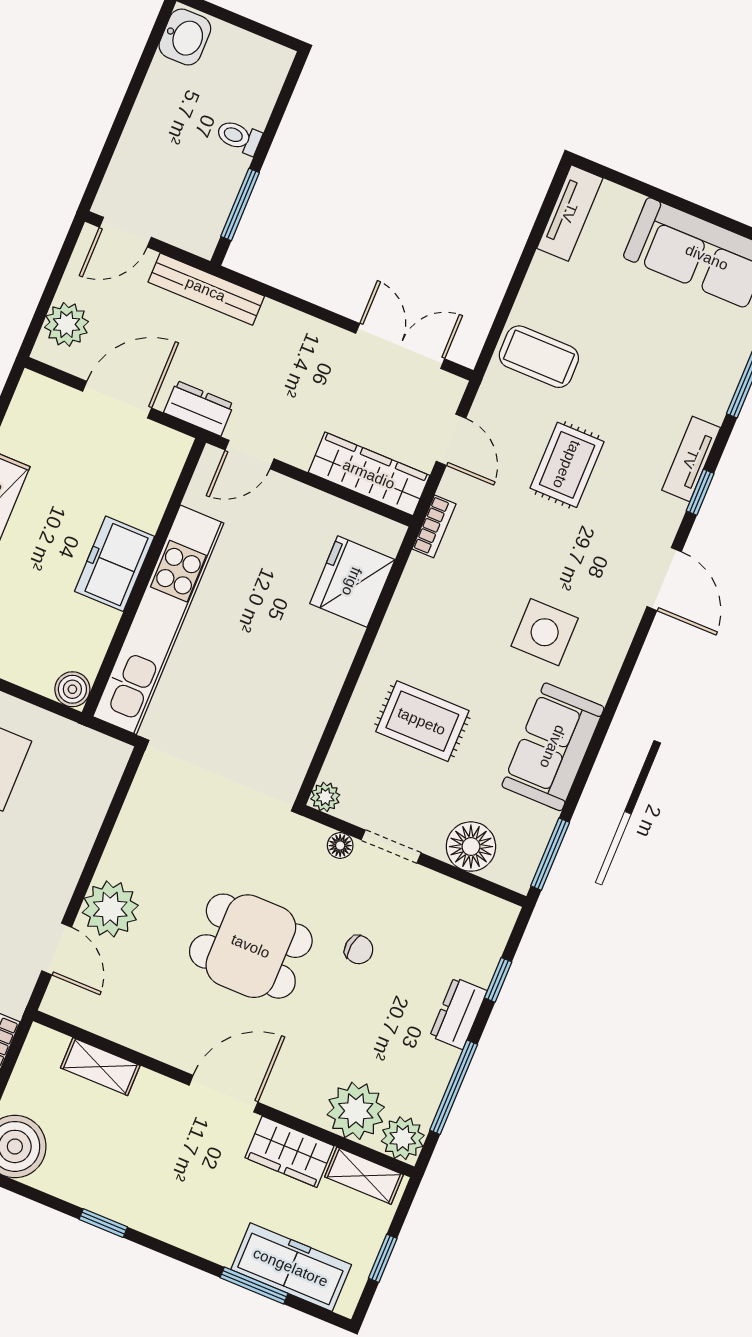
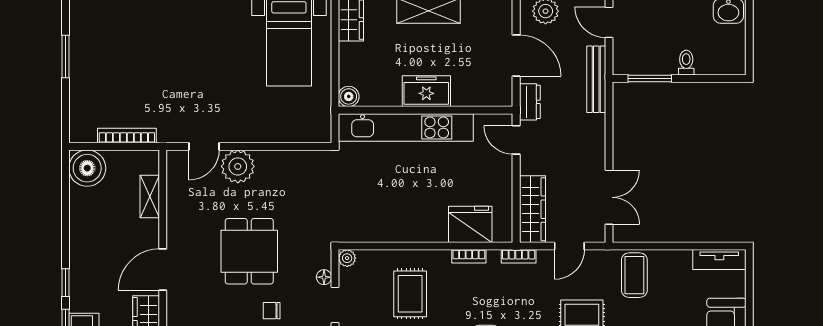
bookcase: (402, 604) -> (469, 256), added
chair: (359, 950) -> (272, 311), turned 82
door: (223, 1094) -> (163, 270), swing flipped
window: (103, 1223) -> (65, 283), moved

